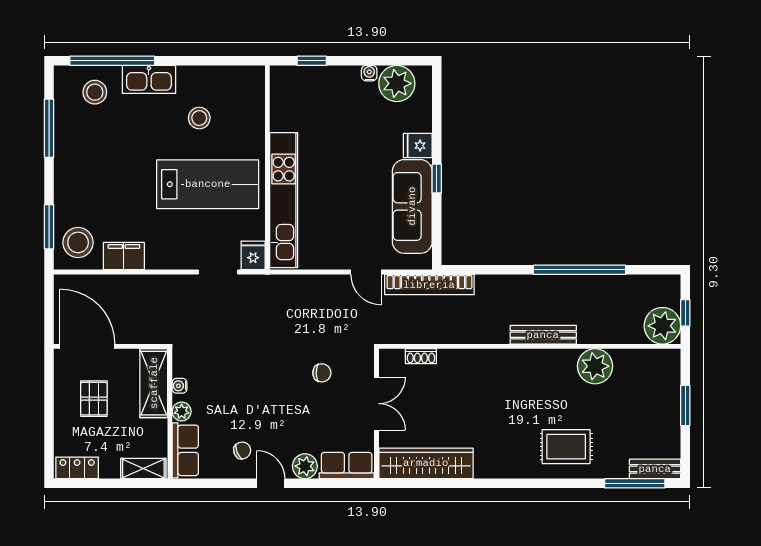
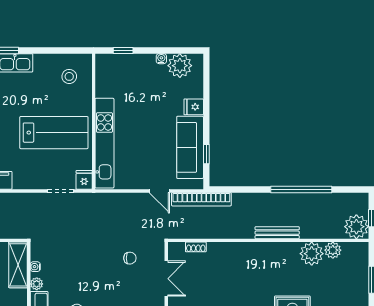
stool: (199, 118) -> (69, 76), moved
window: (437, 178) -> (206, 154), moved
plant: (627, 361) -> (333, 250), added

